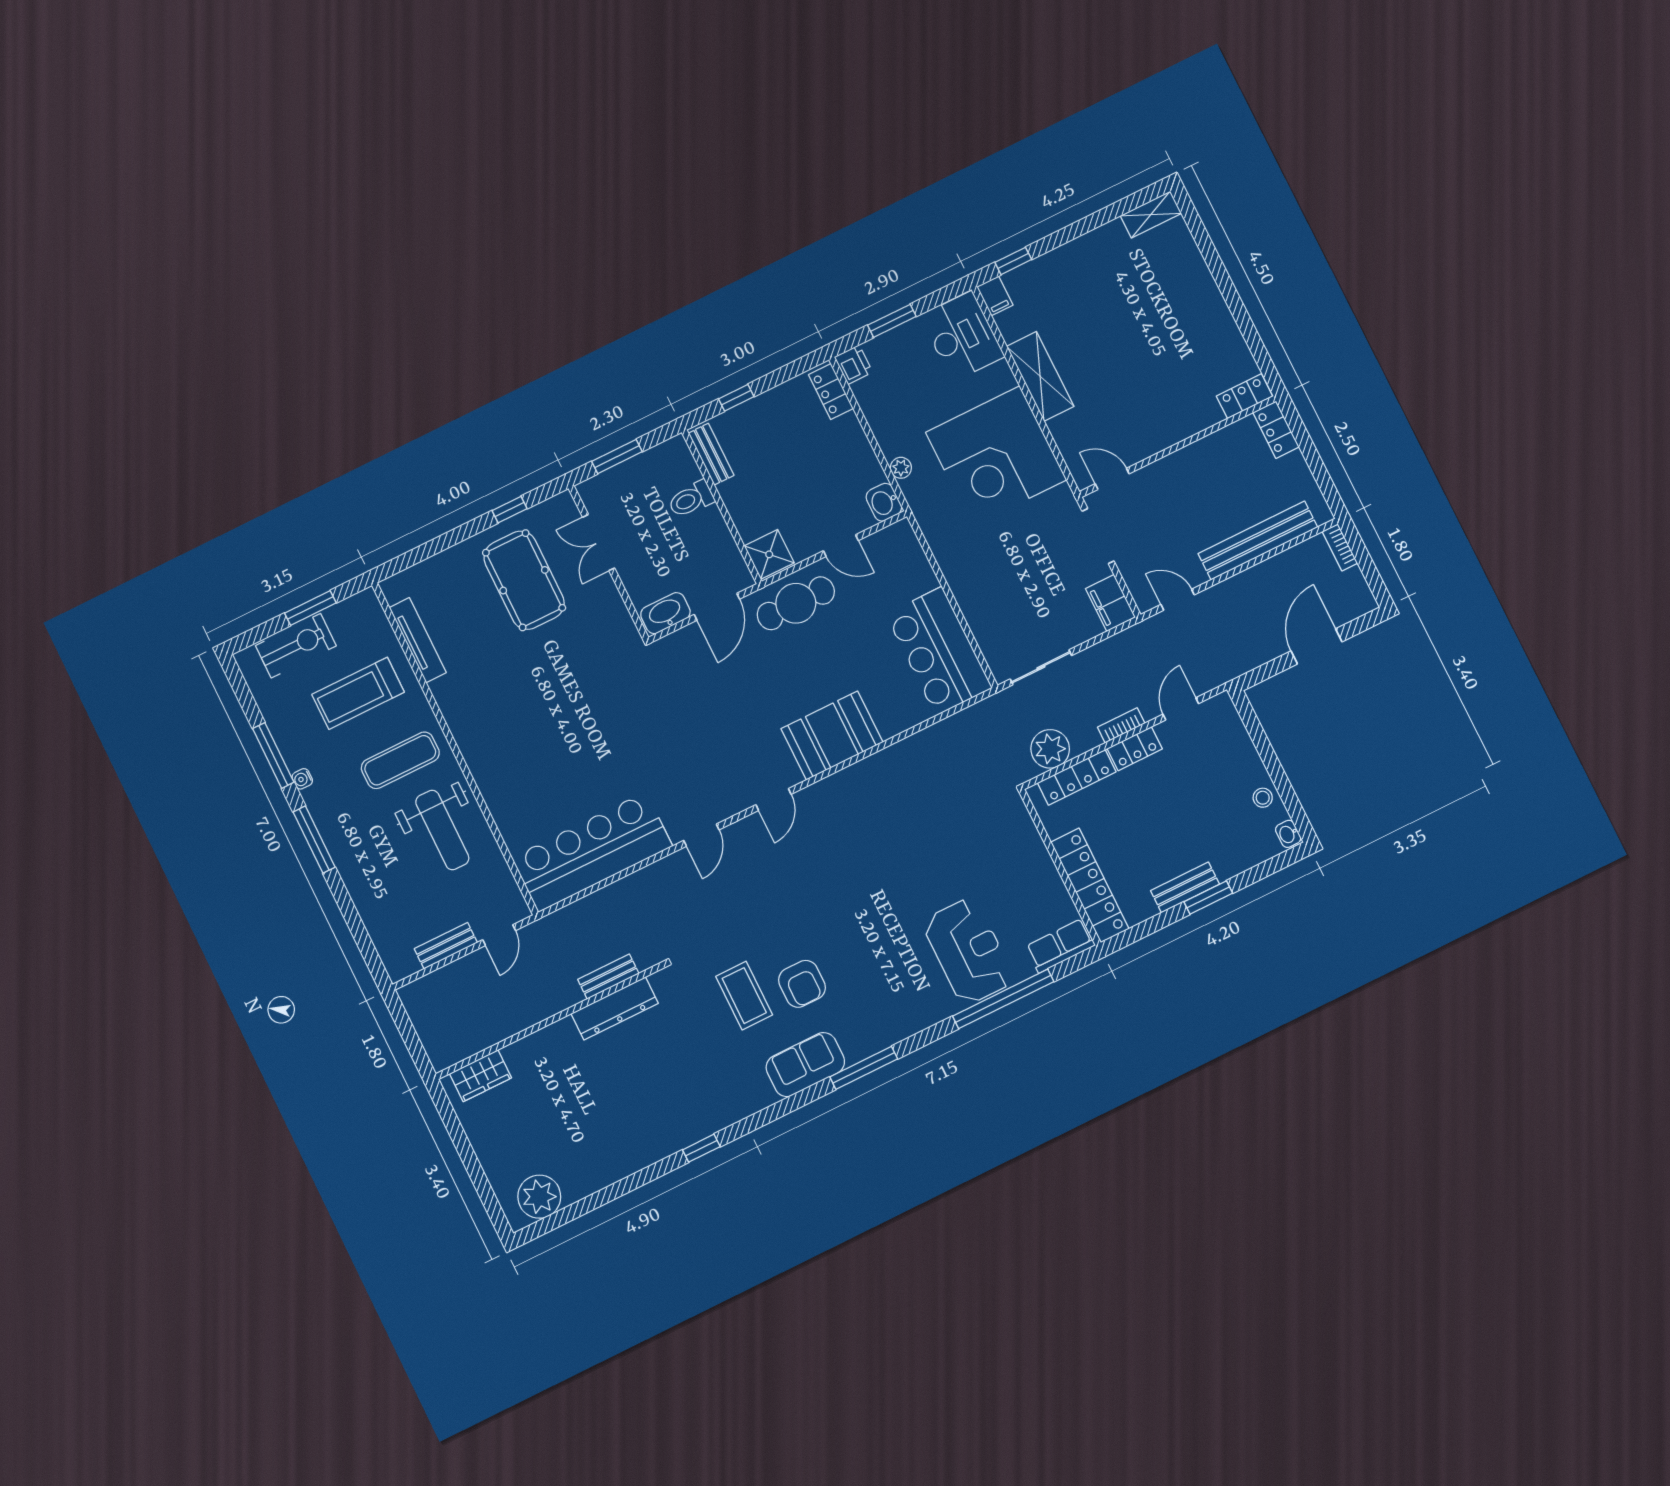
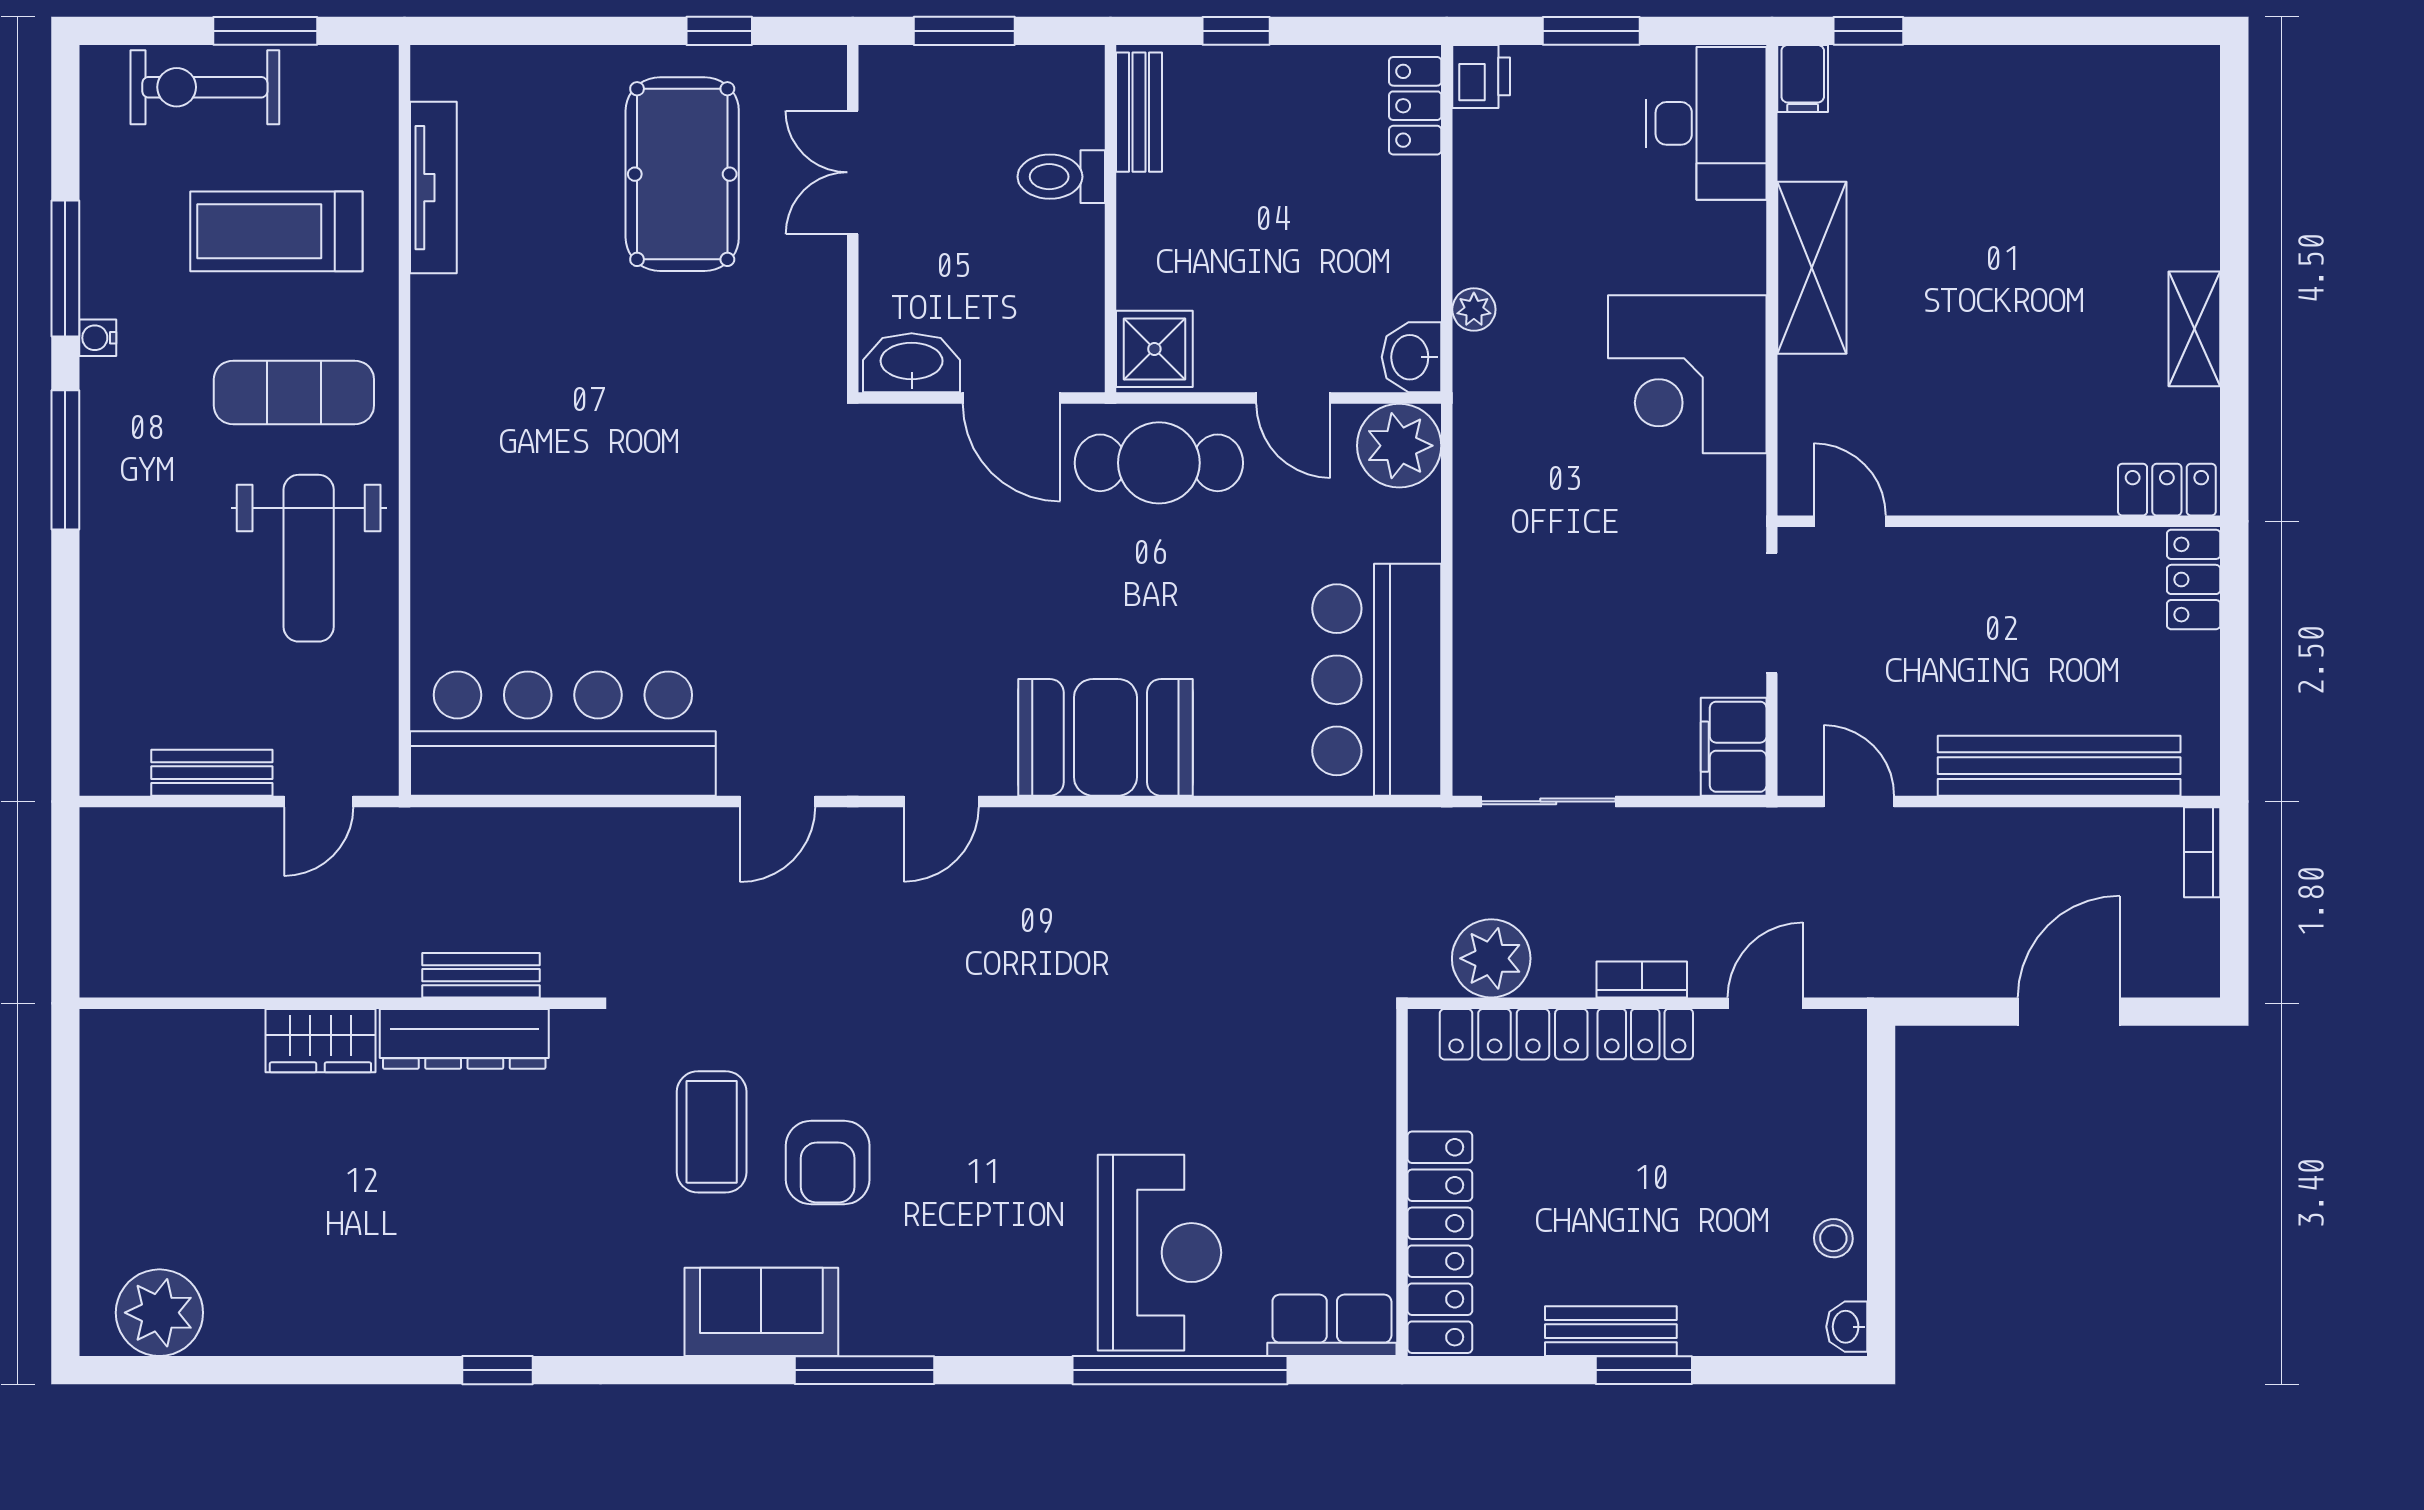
shelving: (1151, 215) -> (2194, 329), moved, turned 90
corner desk: (996, 456) -> (1687, 374), width x0.74, depth x0.74
plant: (898, 544) -> (1399, 446), added
door: (717, 607) -> (1011, 398), hinge flipped
exercise bike: (296, 646) -> (205, 87), turned 180
wardrobe: (481, 1076) -> (320, 1041), moved

